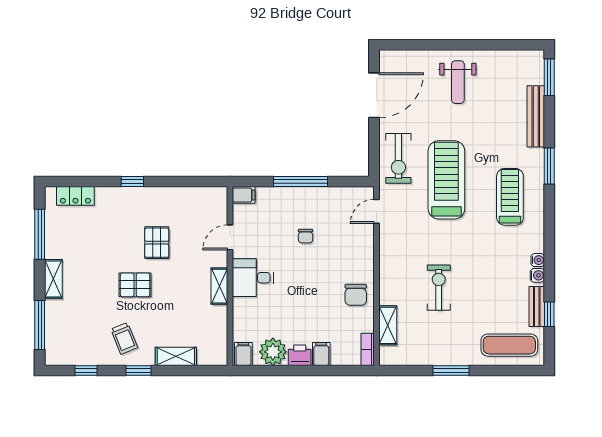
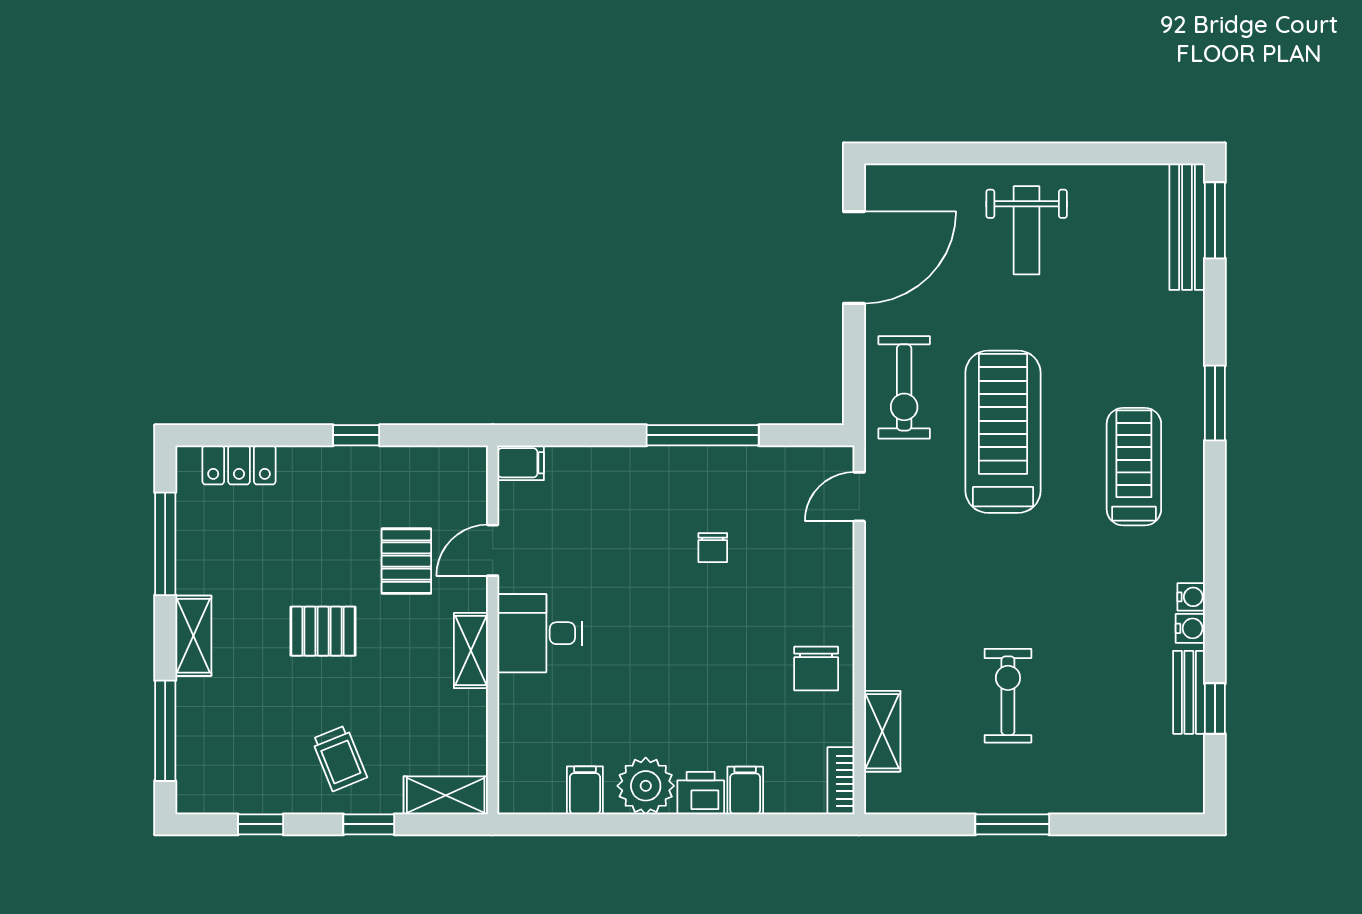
bench: (536, 116) -> (1187, 227), moved
filing cabinet: (244, 195) -> (521, 463), moved
door: (230, 237) -> (493, 550), moved
wall: (230, 276) -> (493, 630), moved
desk: (253, 278) -> (540, 633), moved
pallet: (135, 285) -> (323, 631), moved
shelving: (219, 286) -> (471, 651), moved
exercise bike: (439, 288) -> (1008, 696), moved
exercise mat: (509, 345) -> (1133, 772), removed

